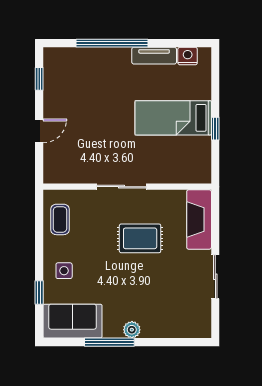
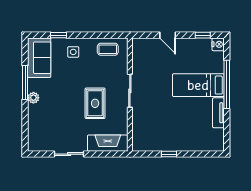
nightstand: (188, 56) -> (218, 44), moved
bed: (173, 118) -> (198, 85), moved, turned -90

